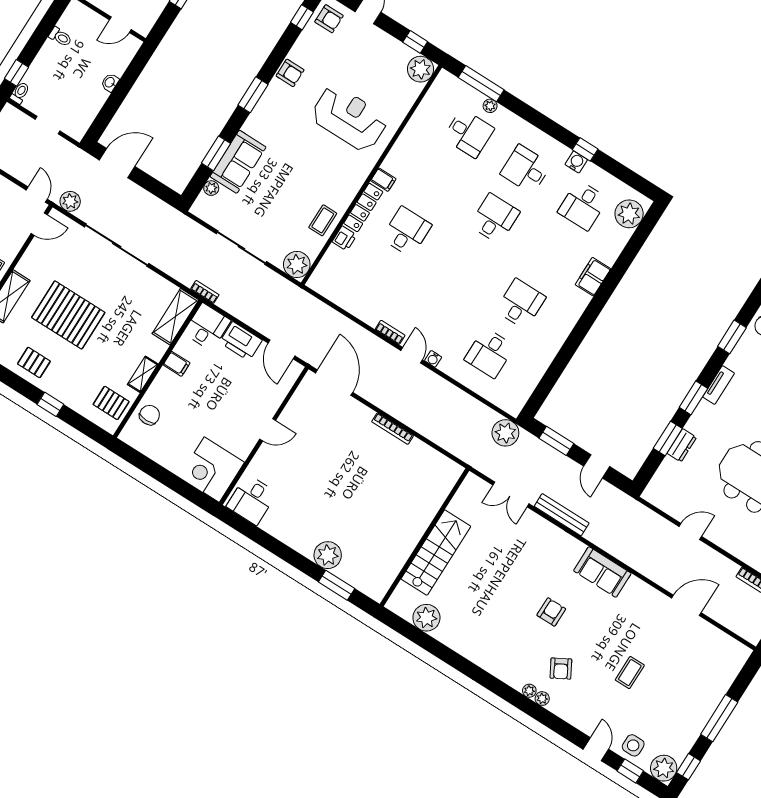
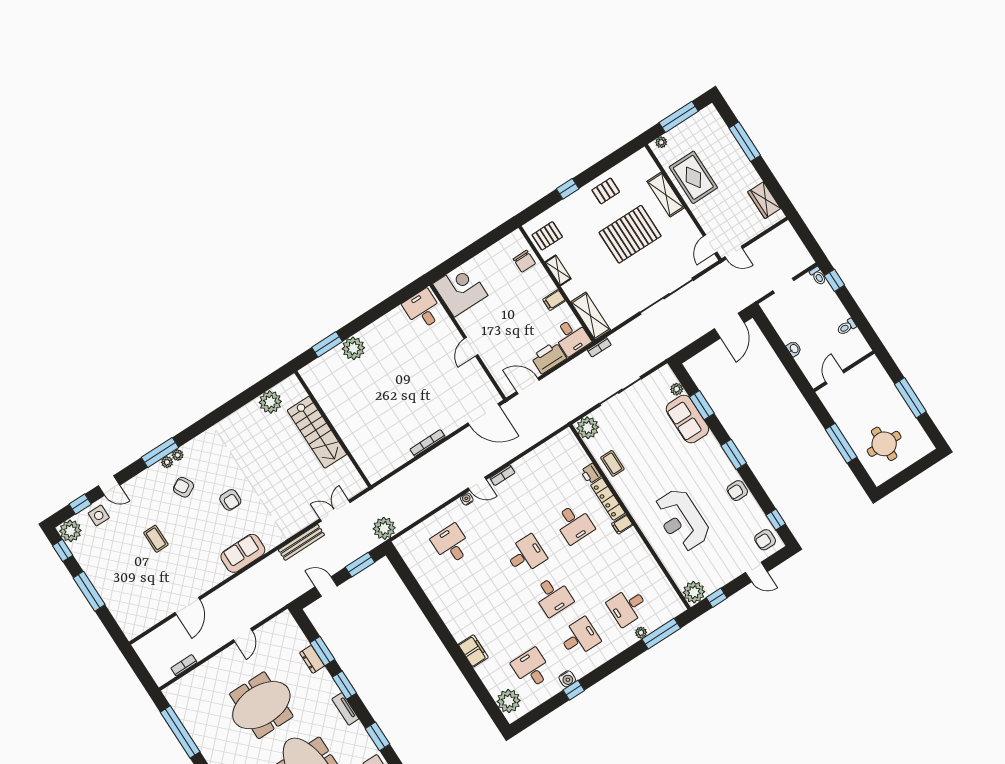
reception desk: (349, 118) -> (682, 520), turned 90
plant: (70, 201) -> (717, 276), removed
desk: (521, 304) -> (526, 555), moved, turned -90
window: (535, 711) -> (160, 452), added

